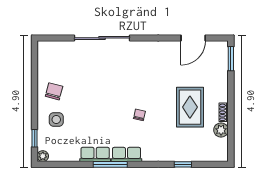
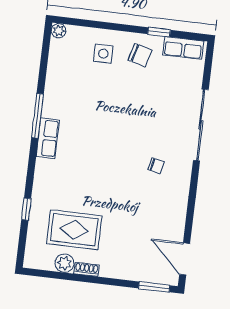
door: (193, 38) -> (185, 259), moved
rug: (190, 107) -> (74, 230), moved
chair: (139, 115) -> (156, 166), moved
window: (35, 138) -> (159, 32), moved
row of seats: (95, 154) -> (183, 48), moved, turned 90

